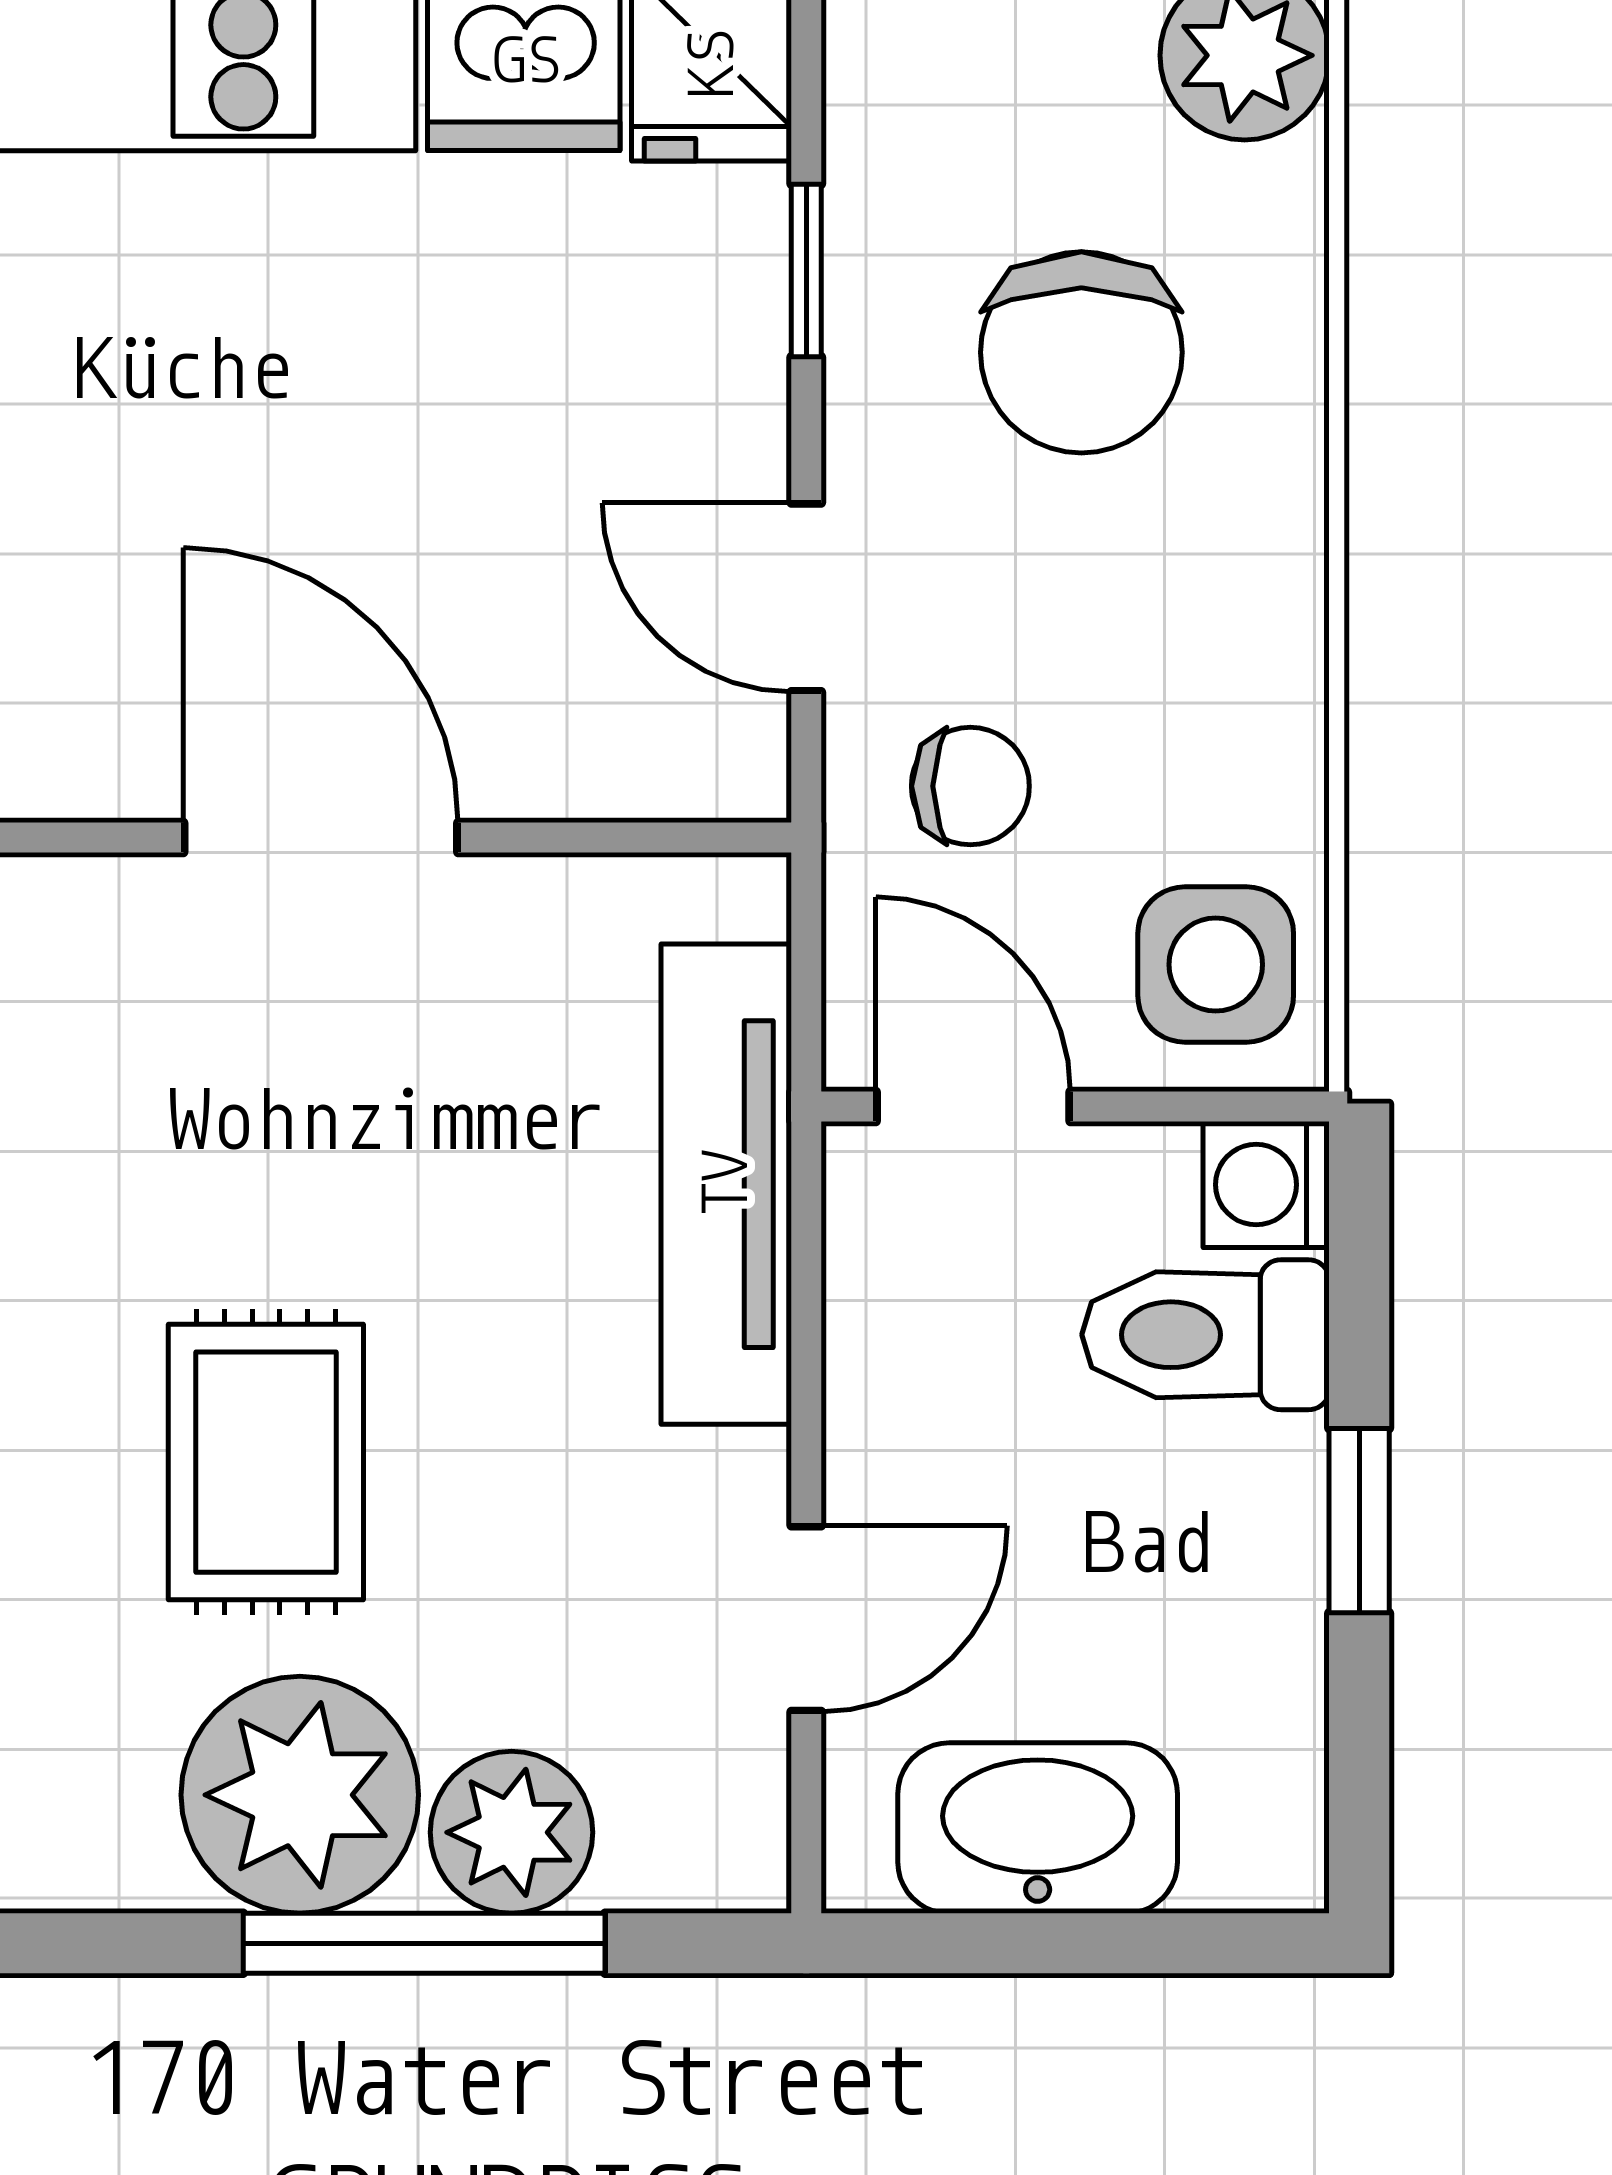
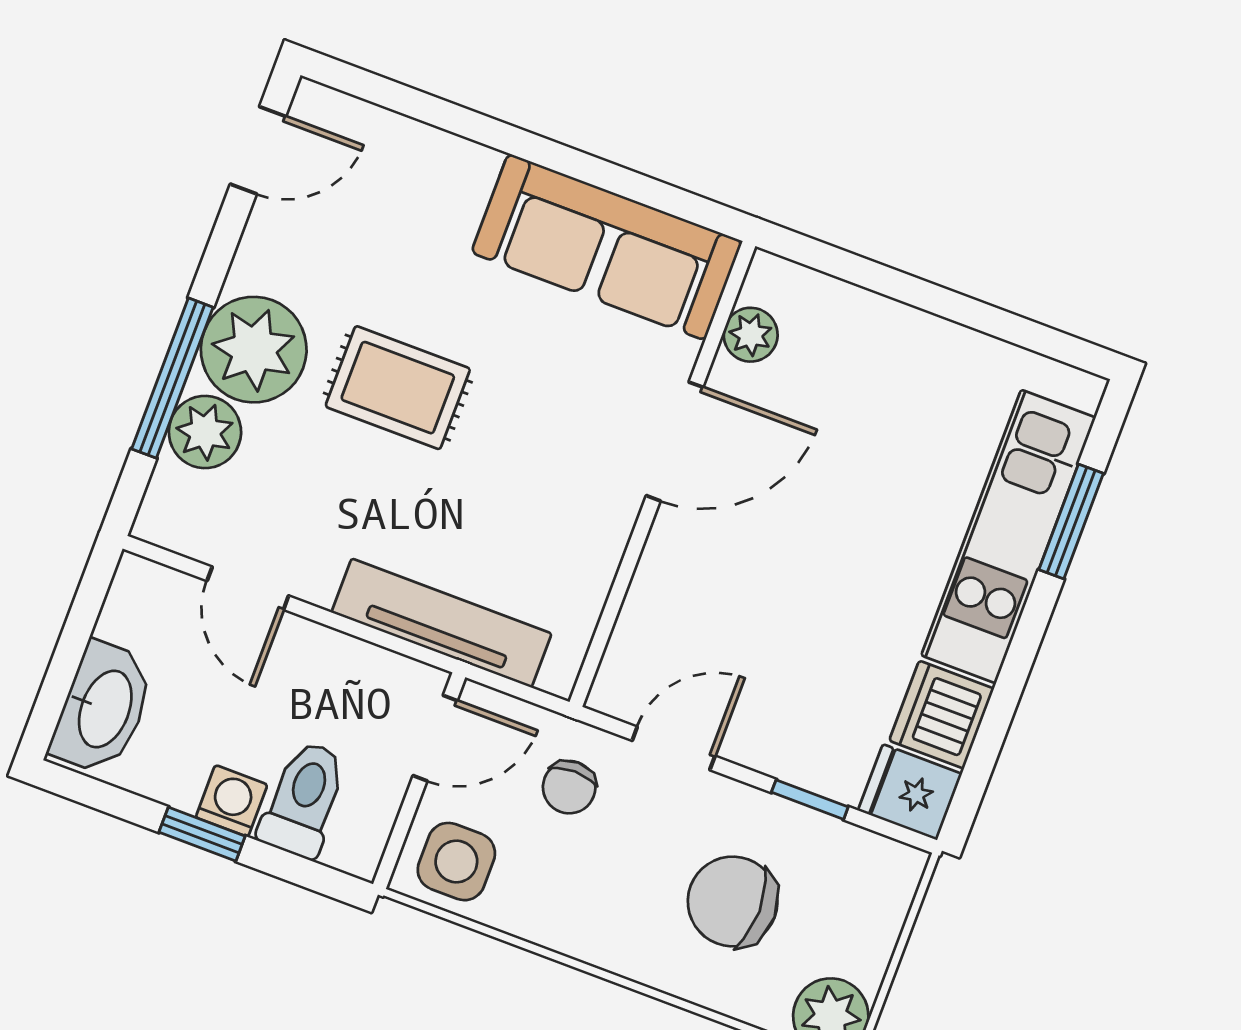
door: (321, 838) -> (675, 441), moved
washing machine: (1266, 1185) -> (232, 801), moved
washbasin: (1038, 1828) -> (103, 708), moved

